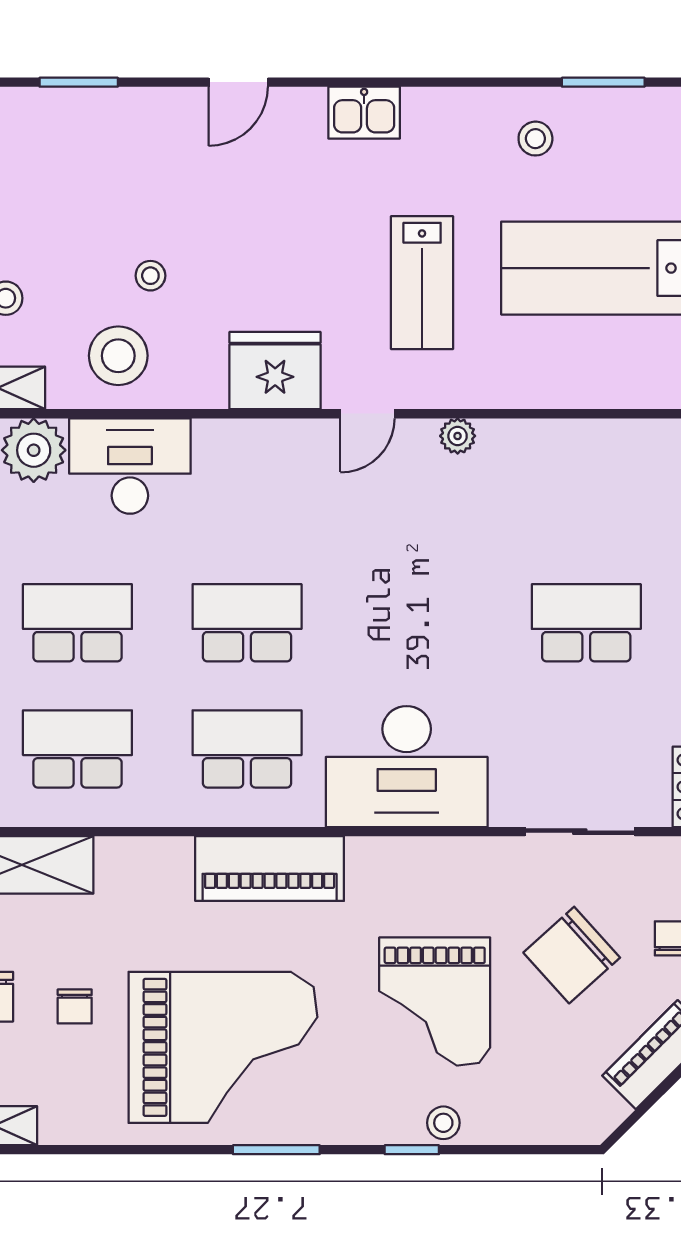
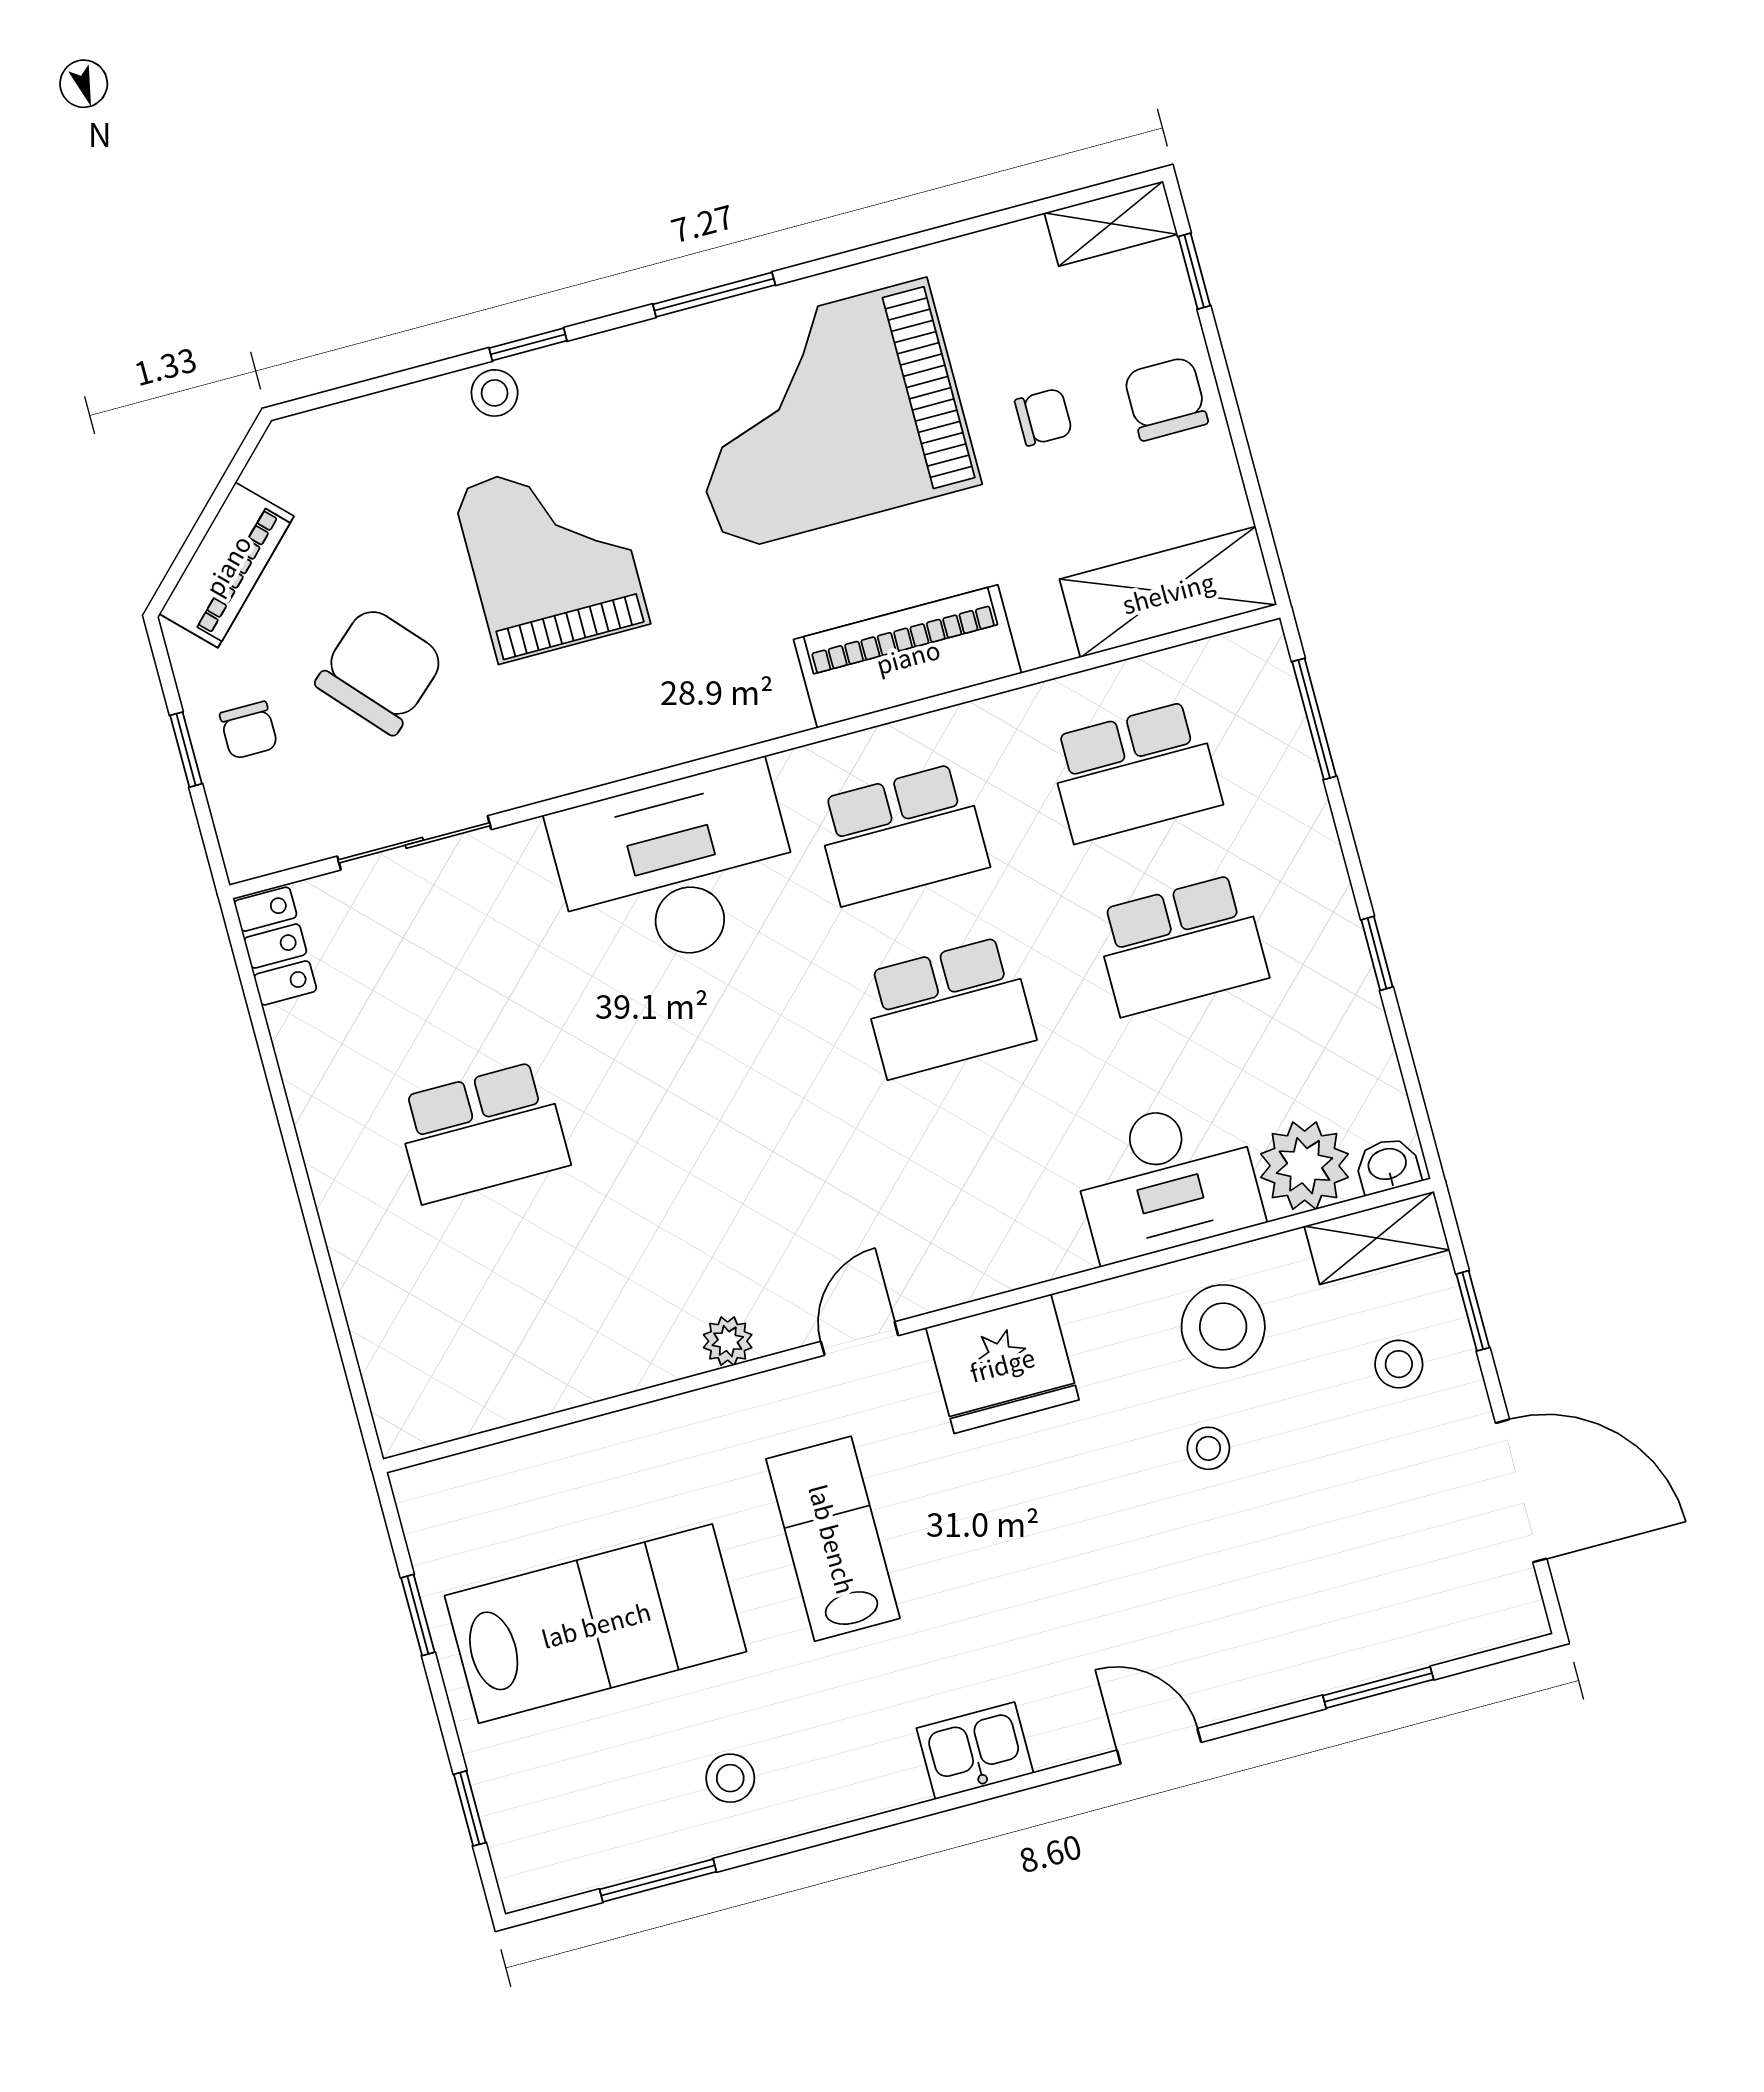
door: (238, 82) -> (1159, 1746), hinge flipped
piano: (270, 869) -> (908, 656), moved
chair: (75, 1006) -> (1044, 417), turned 90

